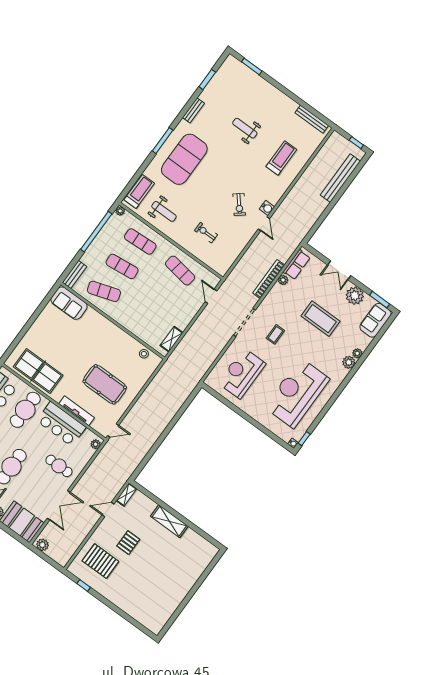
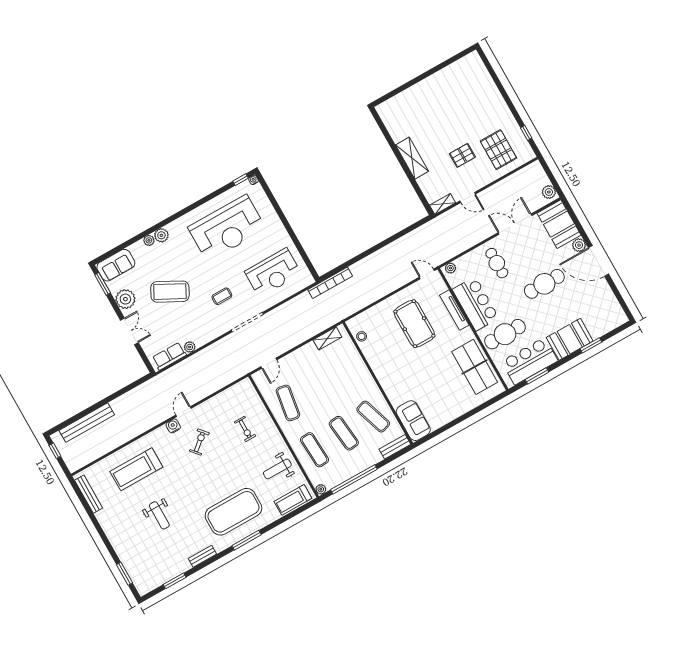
treadmill: (281, 158) -> (136, 469), width x1.37, depth x1.38
weight bench: (164, 211) -> (277, 469), turned -90
bookcase: (269, 279) -> (330, 283), moved
coffee table: (320, 319) -> (170, 292), turned -62

